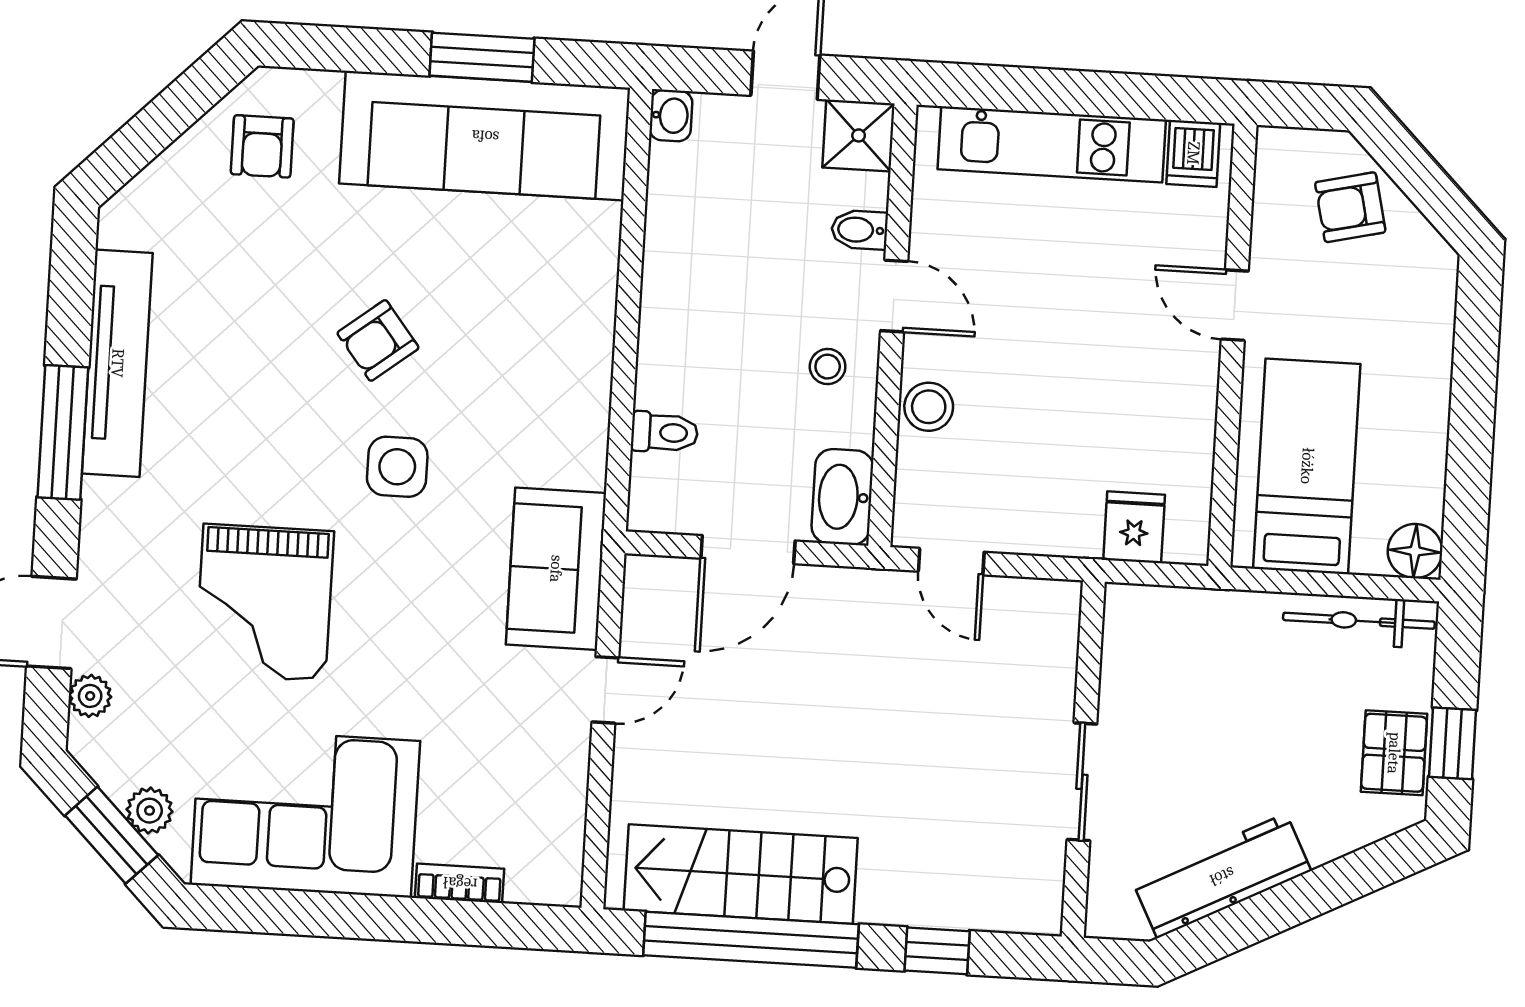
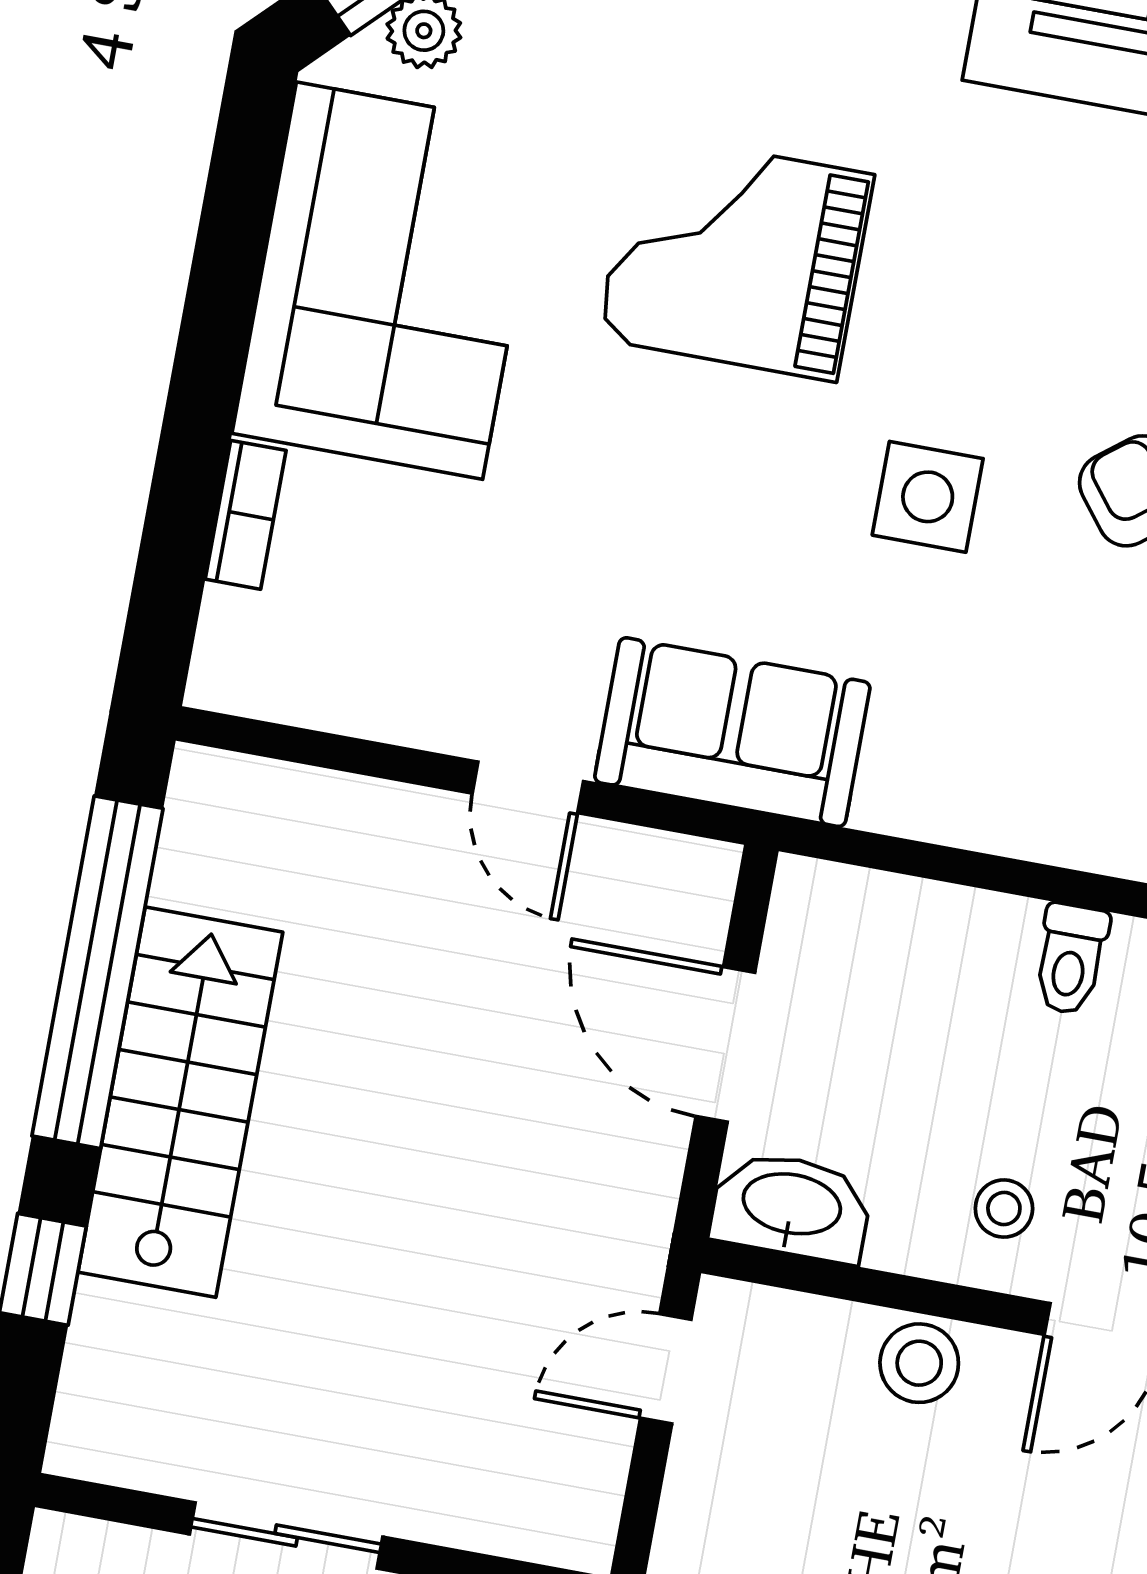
toilet: (664, 432) -> (1071, 959), moved
stairs: (741, 874) -> (180, 1102), moved

